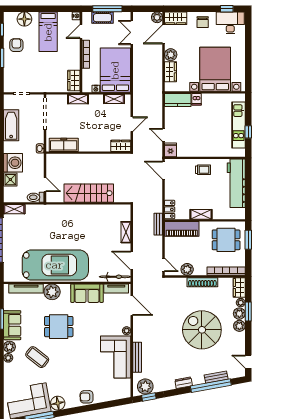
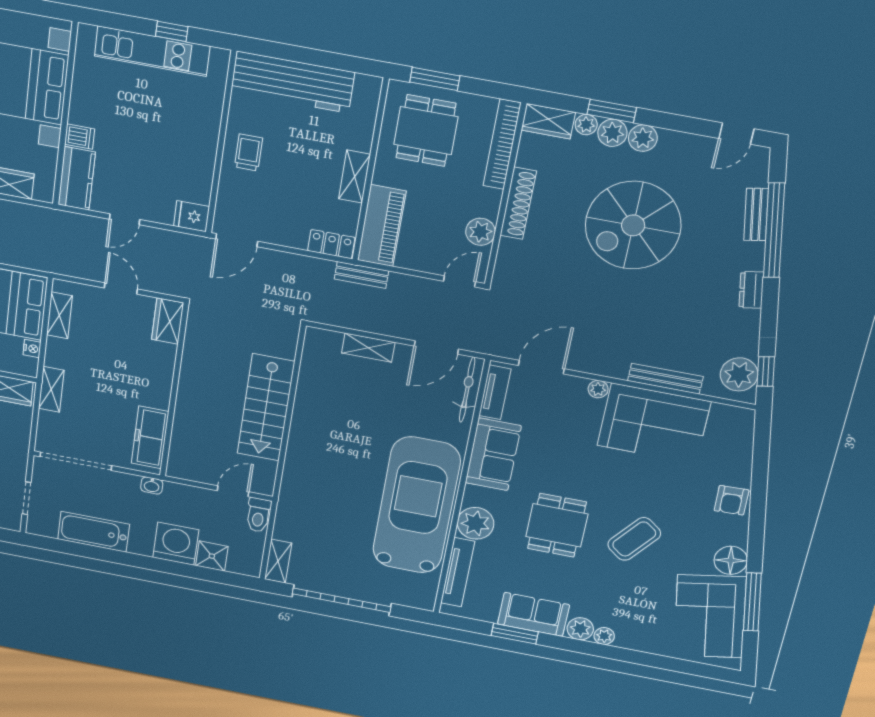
door: (164, 135) -> (125, 219), moved
coffee table: (37, 357) -> (634, 539), moved

